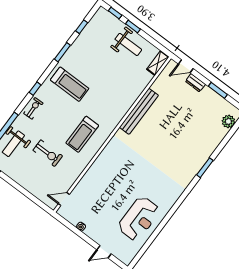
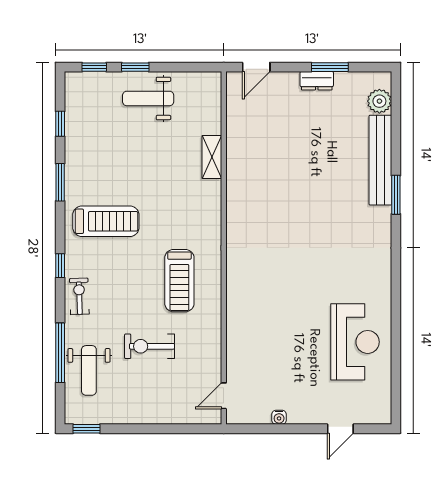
weight bench: (128, 44) -> (148, 98), turned 180
shelving: (158, 63) -> (212, 157), moved
dresser: (195, 83) -> (317, 81), moved
bench: (139, 111) -> (380, 160), moved
exercise bike: (48, 153) -> (150, 346), turned 180

